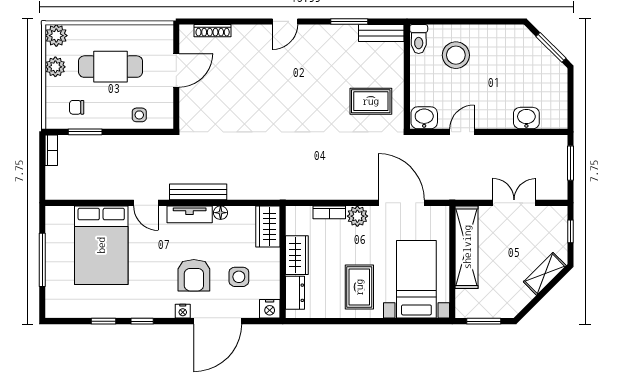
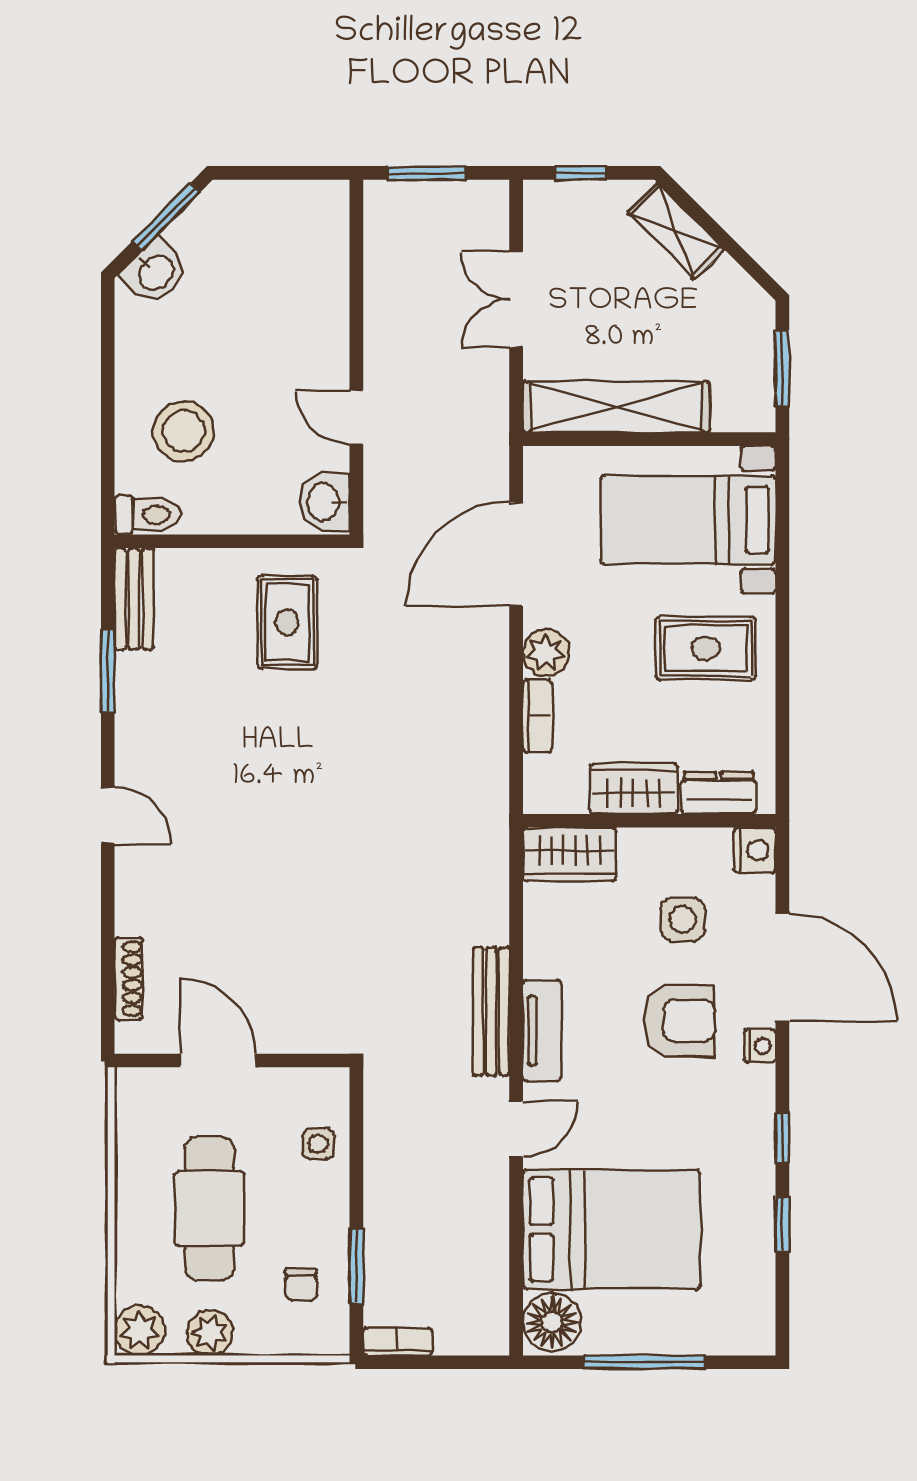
washbasin: (526, 118) -> (155, 272), moved, turned -135
floor lamp: (221, 213) -> (552, 1322), moved, width x1.89, depth x1.89

